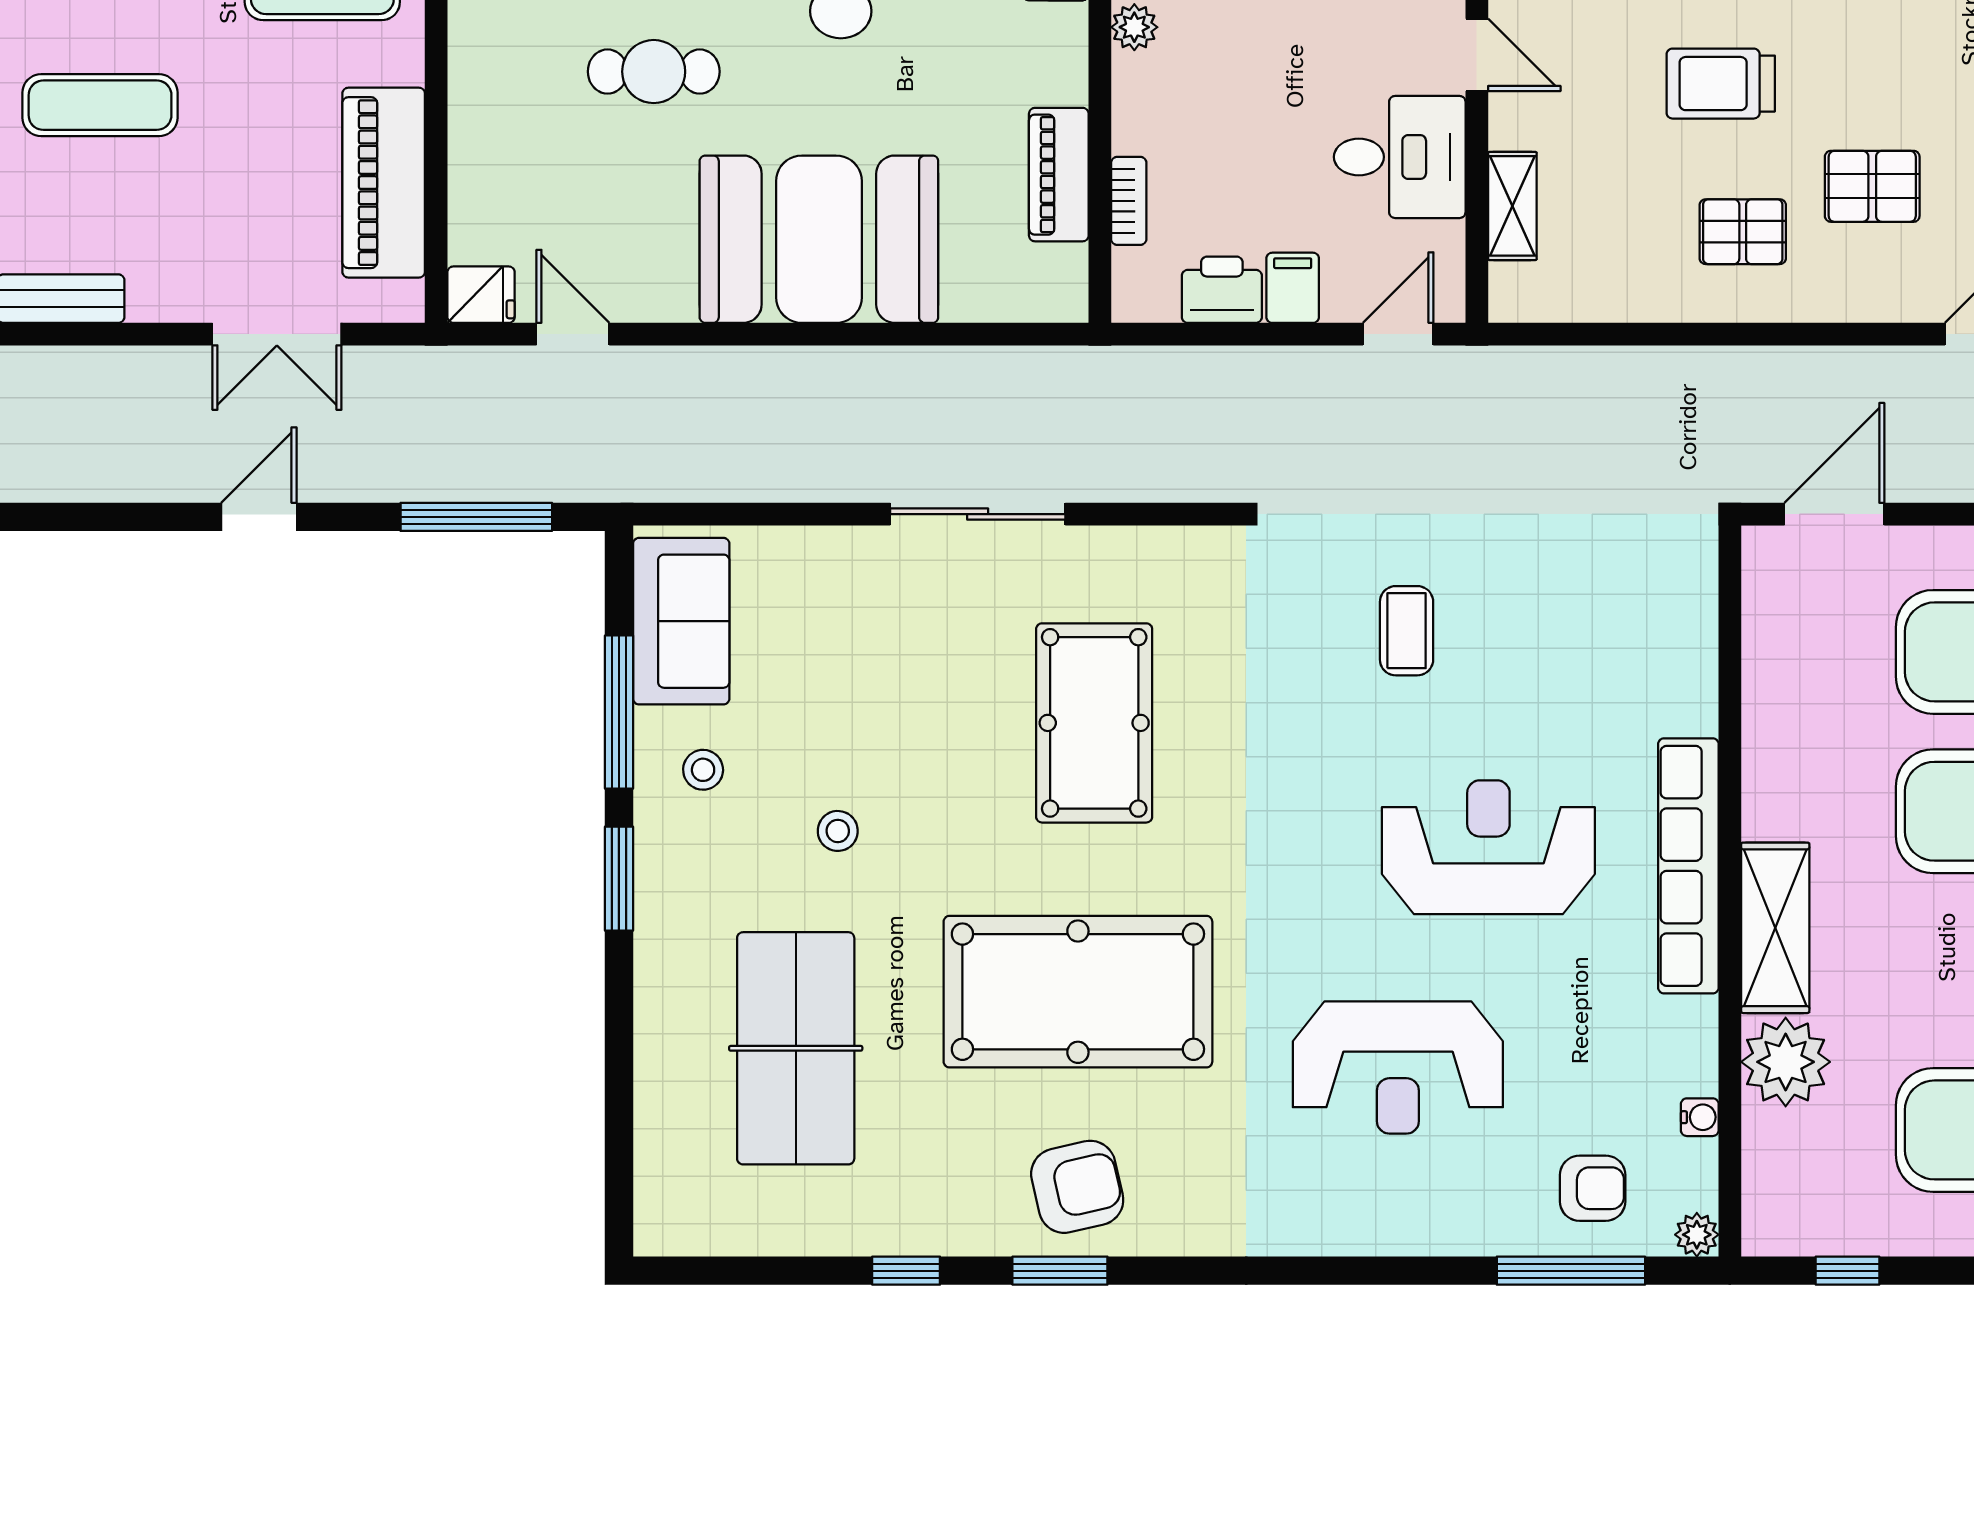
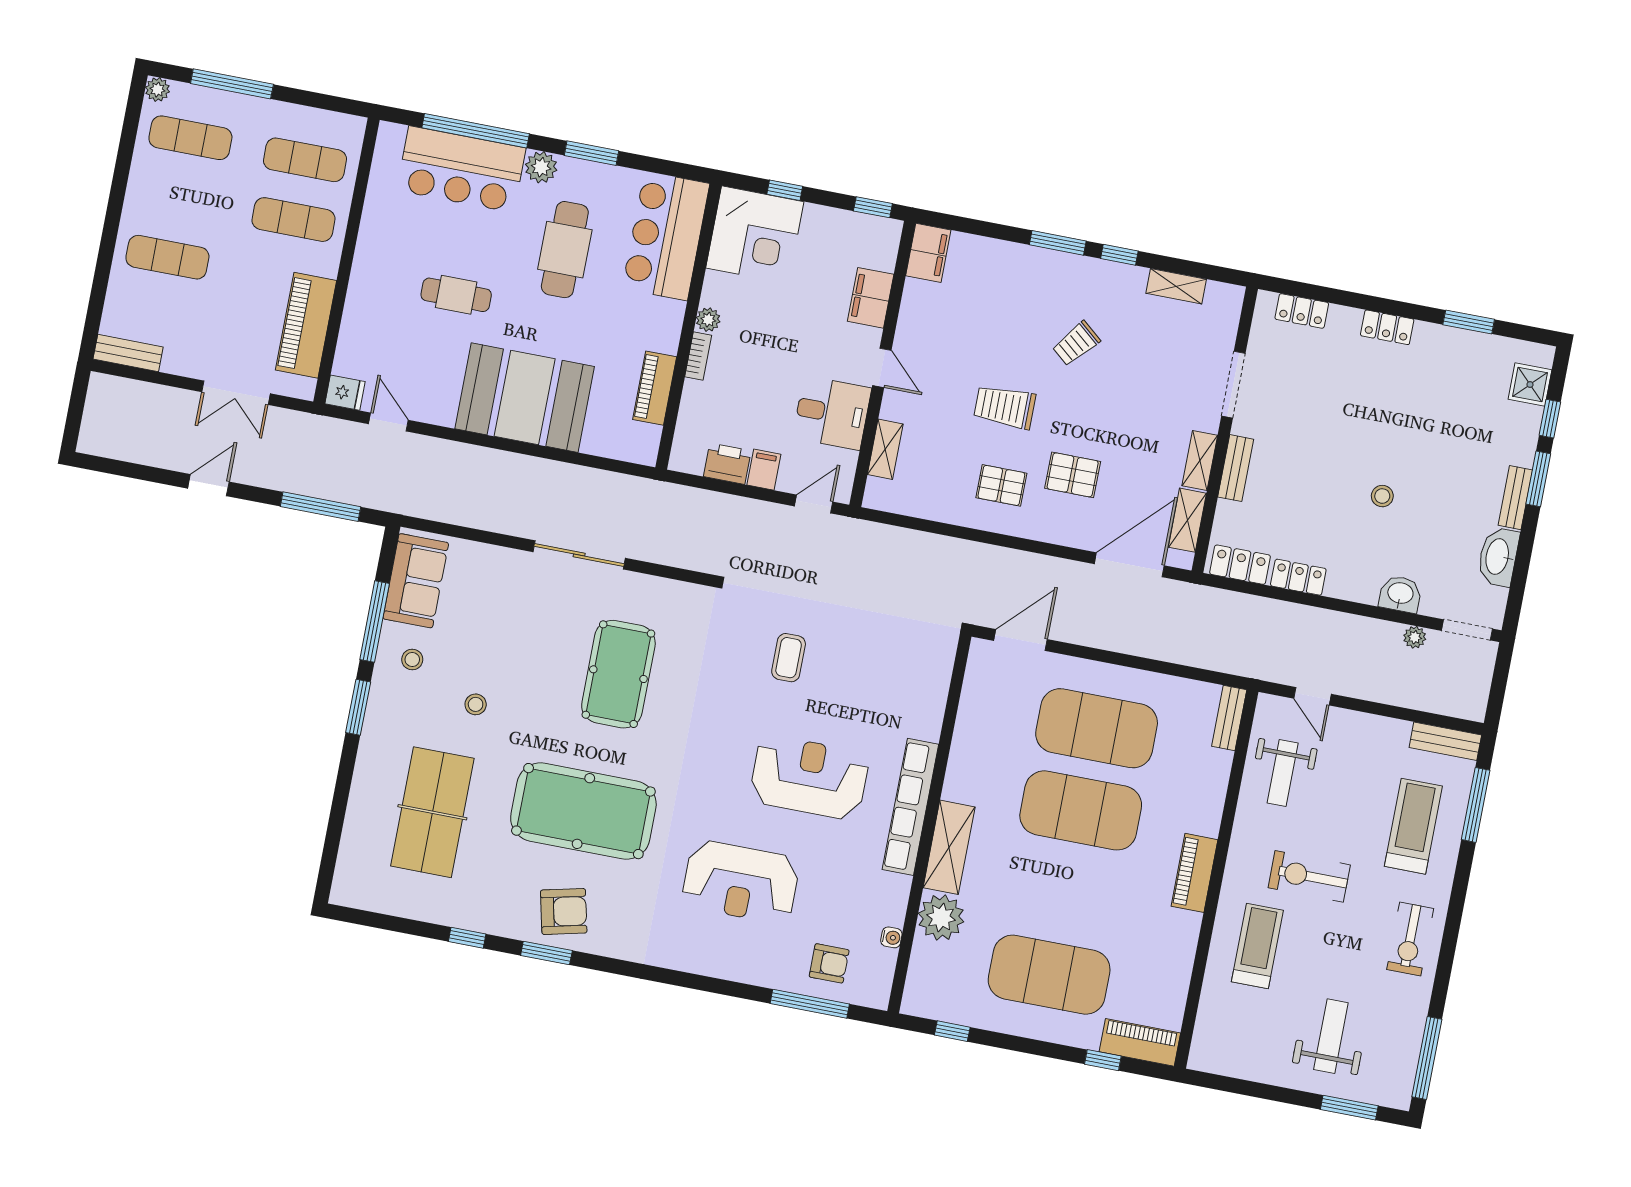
bookcase: (1129, 201) -> (698, 356), moved
plant: (1697, 1235) -> (878, 998), removed

